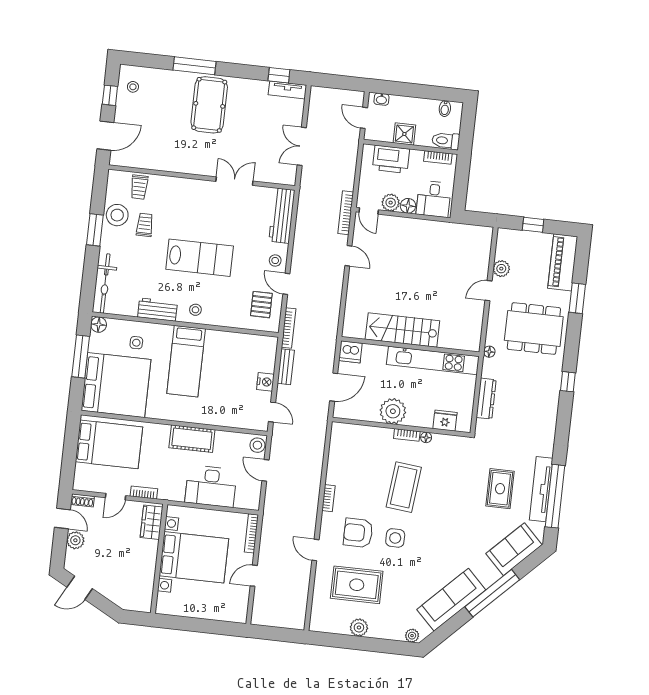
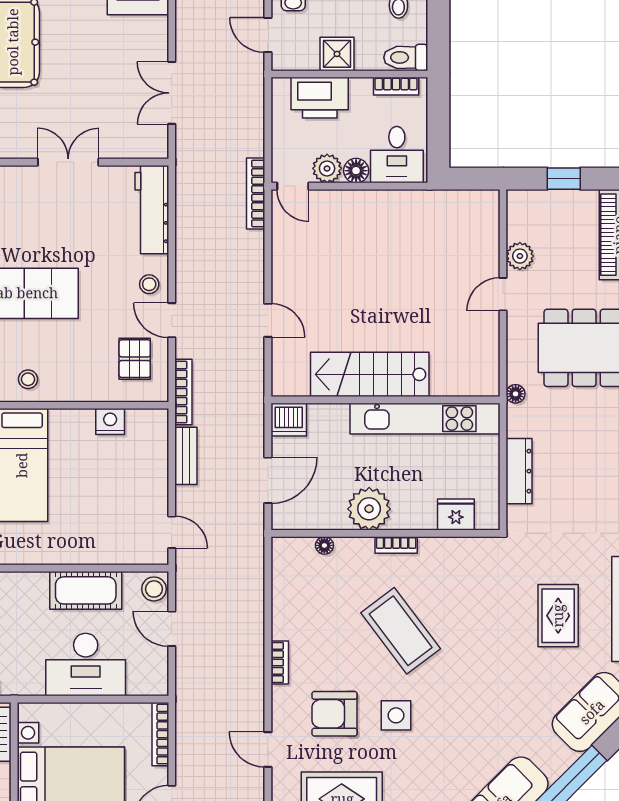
door: (348, 256) -> (268, 320), moved
nightstand: (265, 382) -> (110, 422), moved, turned -90
floor lamp: (426, 437) -> (324, 545), moved
cot: (192, 439) -> (86, 590), moved
coffee table: (404, 487) -> (401, 631), turned -43

